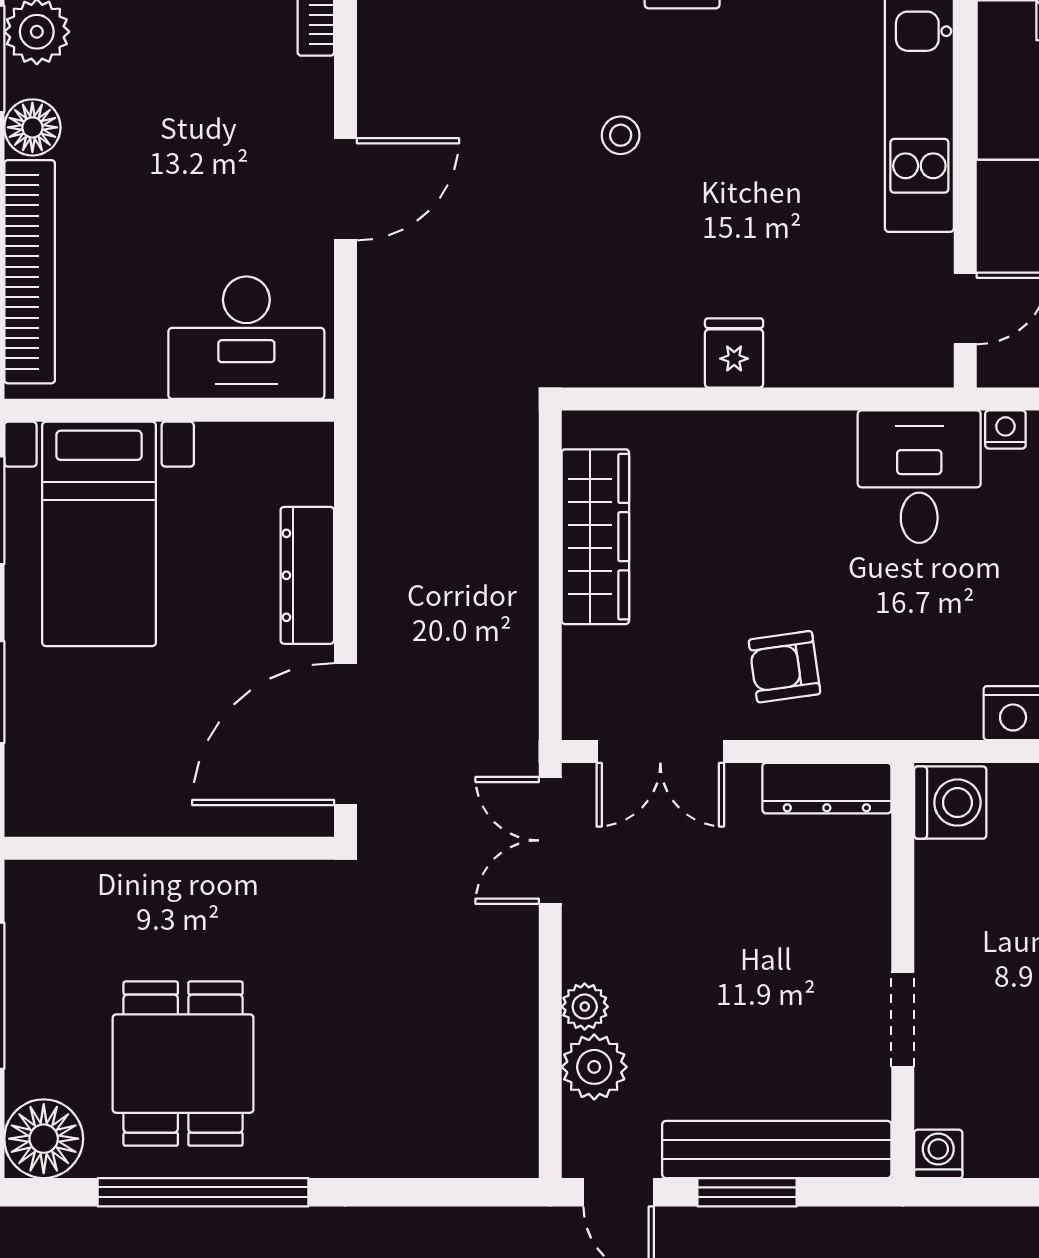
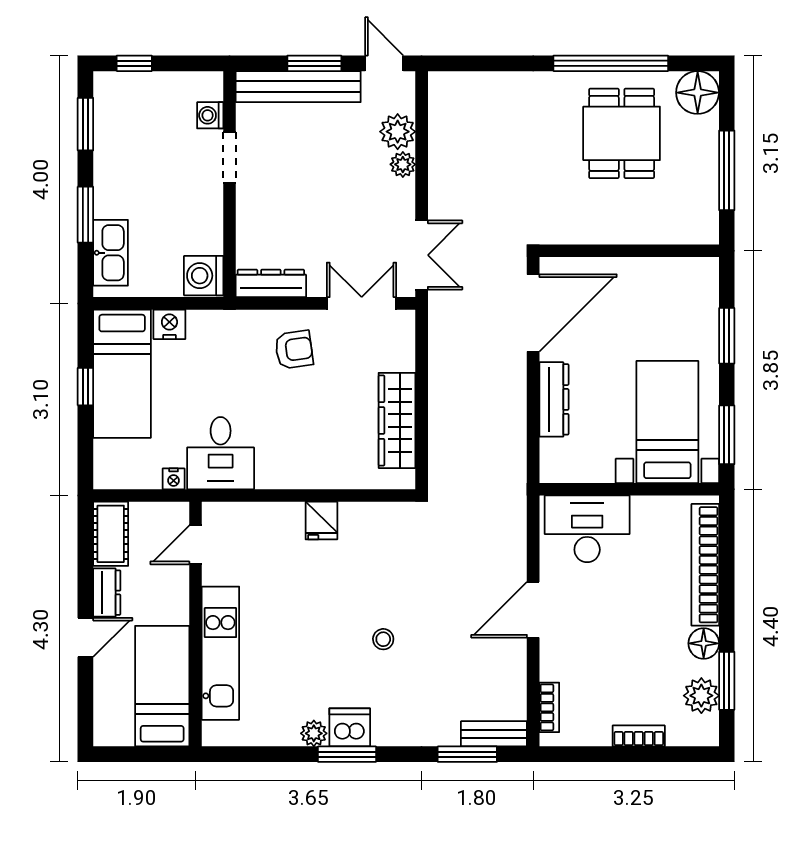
washing machine: (938, 1154) -> (210, 115), moved, turned 90

